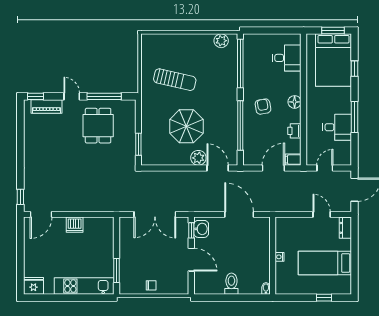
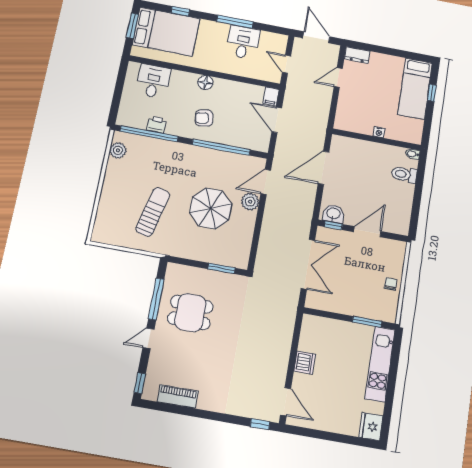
piano: (46, 106) -> (178, 396), moved, turned -90
printer: (294, 131) -> (156, 125), moved, turned 180
bed: (325, 263) -> (415, 89), moved
toilet: (231, 284) -> (404, 174), moved

